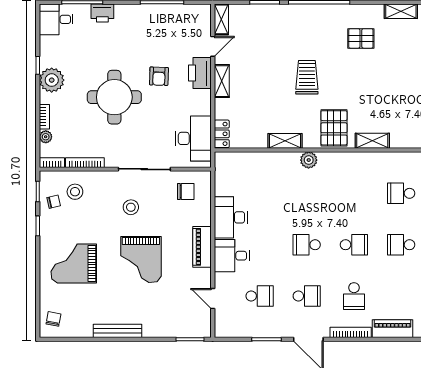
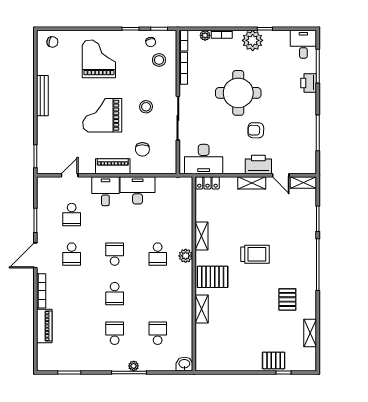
chair: (186, 192) -> (142, 149), moved
school desk: (354, 296) -> (158, 254), moved, turned -90

